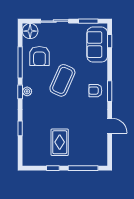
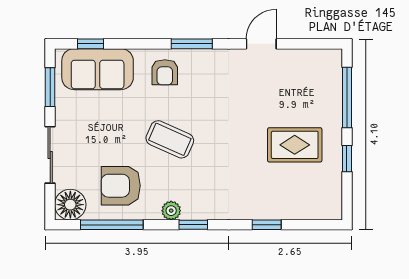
armchair: (39, 56) -> (121, 186), turned 180
window: (20, 62) -> (112, 225), moved
coffee table: (62, 80) -> (170, 139), width x0.73, depth x0.76
plant: (27, 91) -> (171, 211), moved
armchair: (95, 91) -> (165, 72), moved

